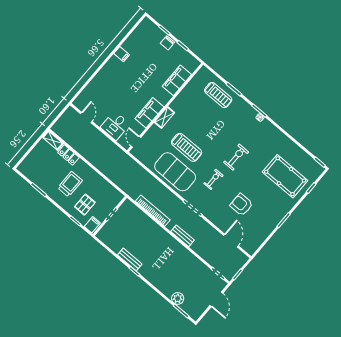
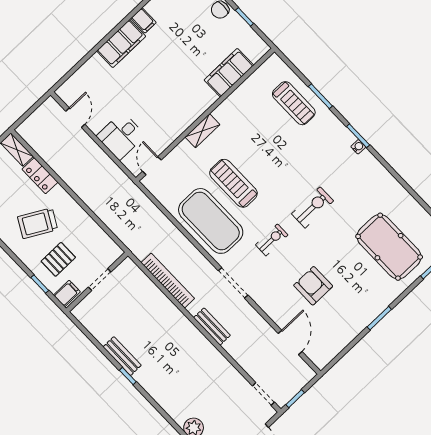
filing cabinet: (149, 113) -> (121, 44), moved, turned 180
treadmill: (187, 147) -> (233, 183), turned 180
trolley: (70, 184) -> (38, 223), turned -151

